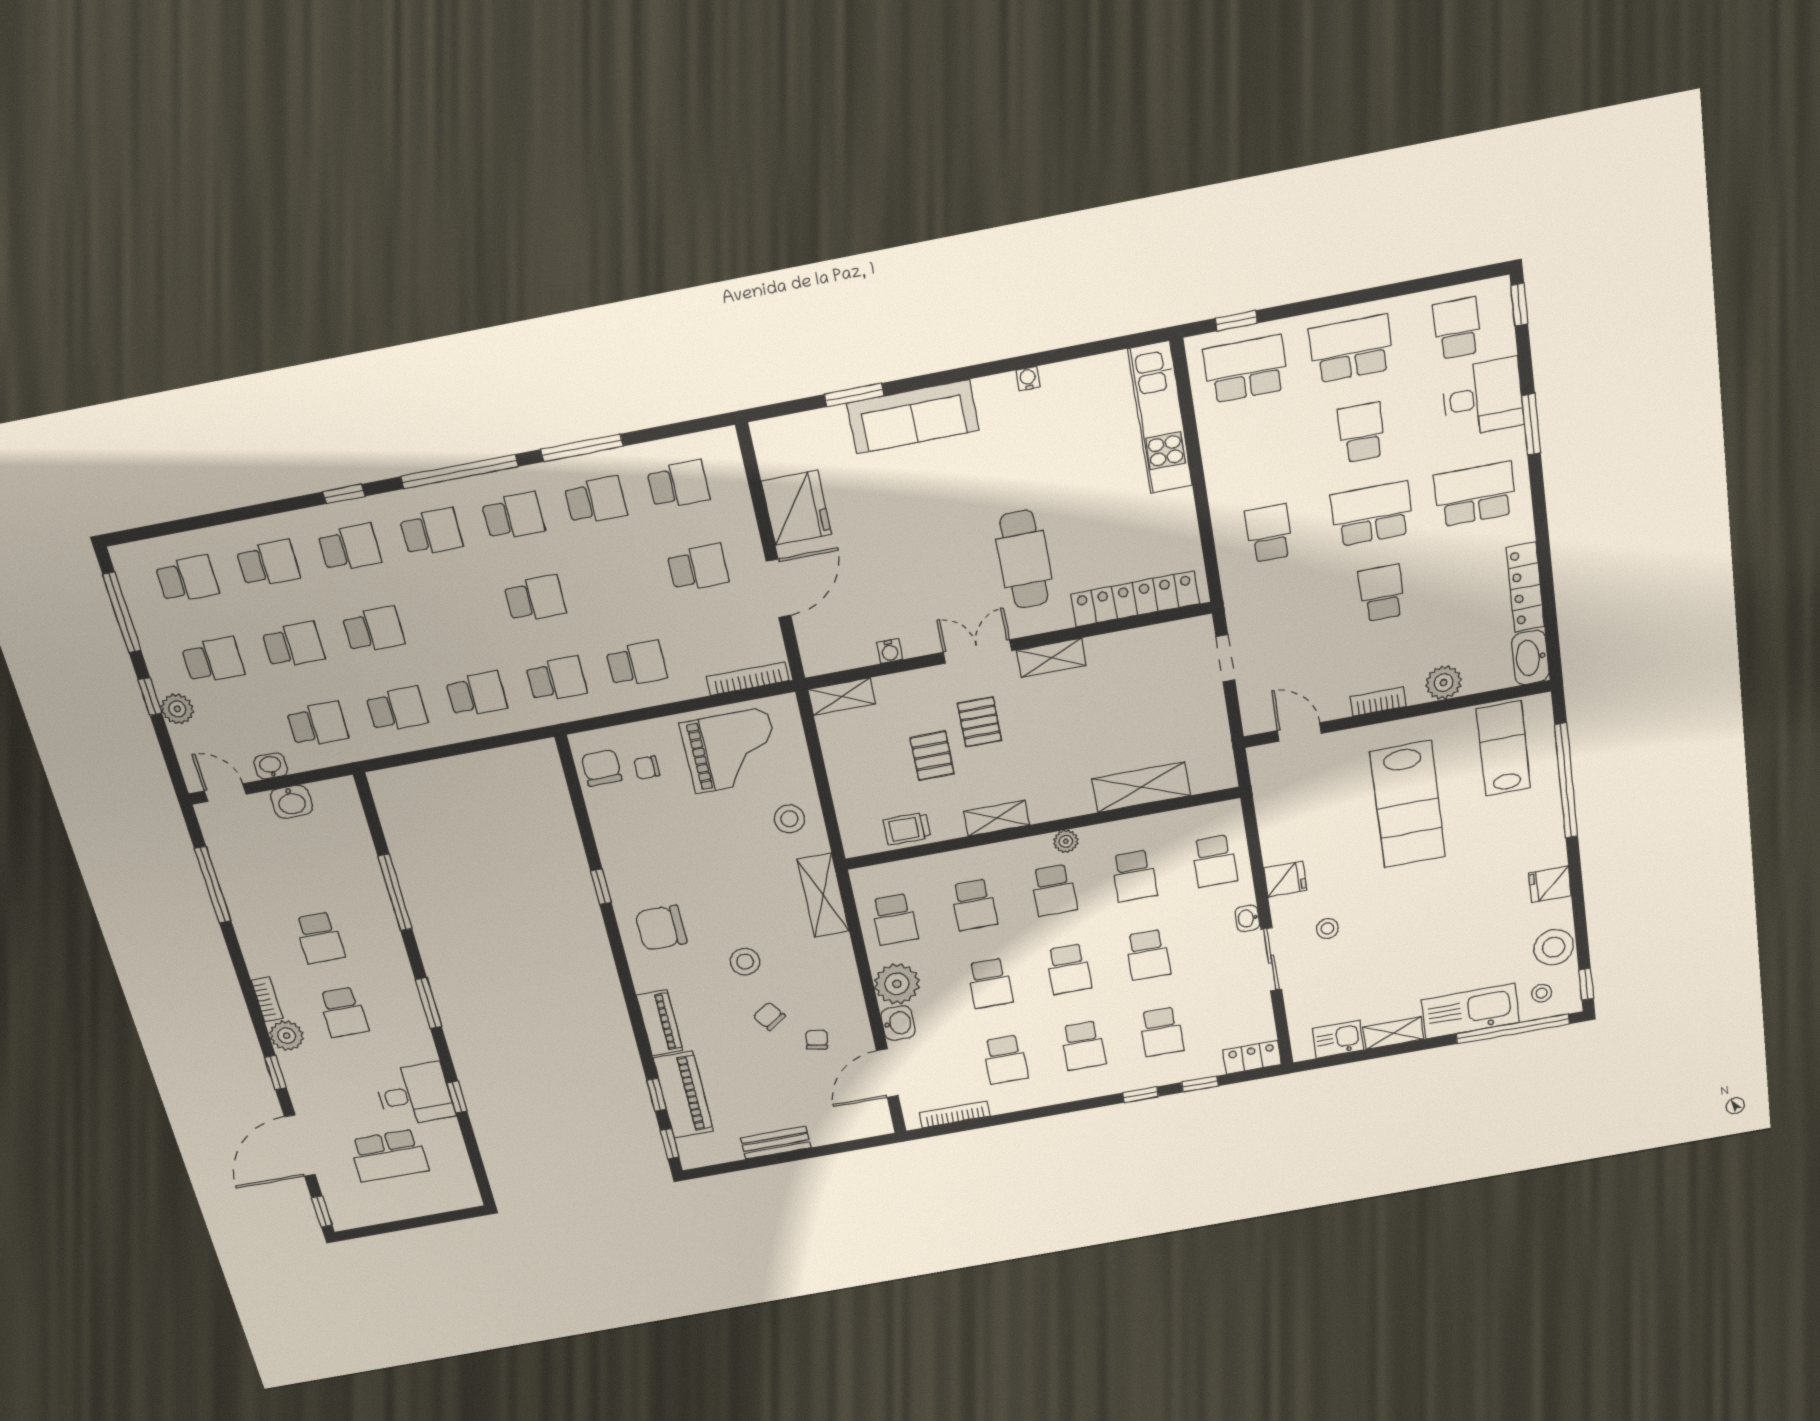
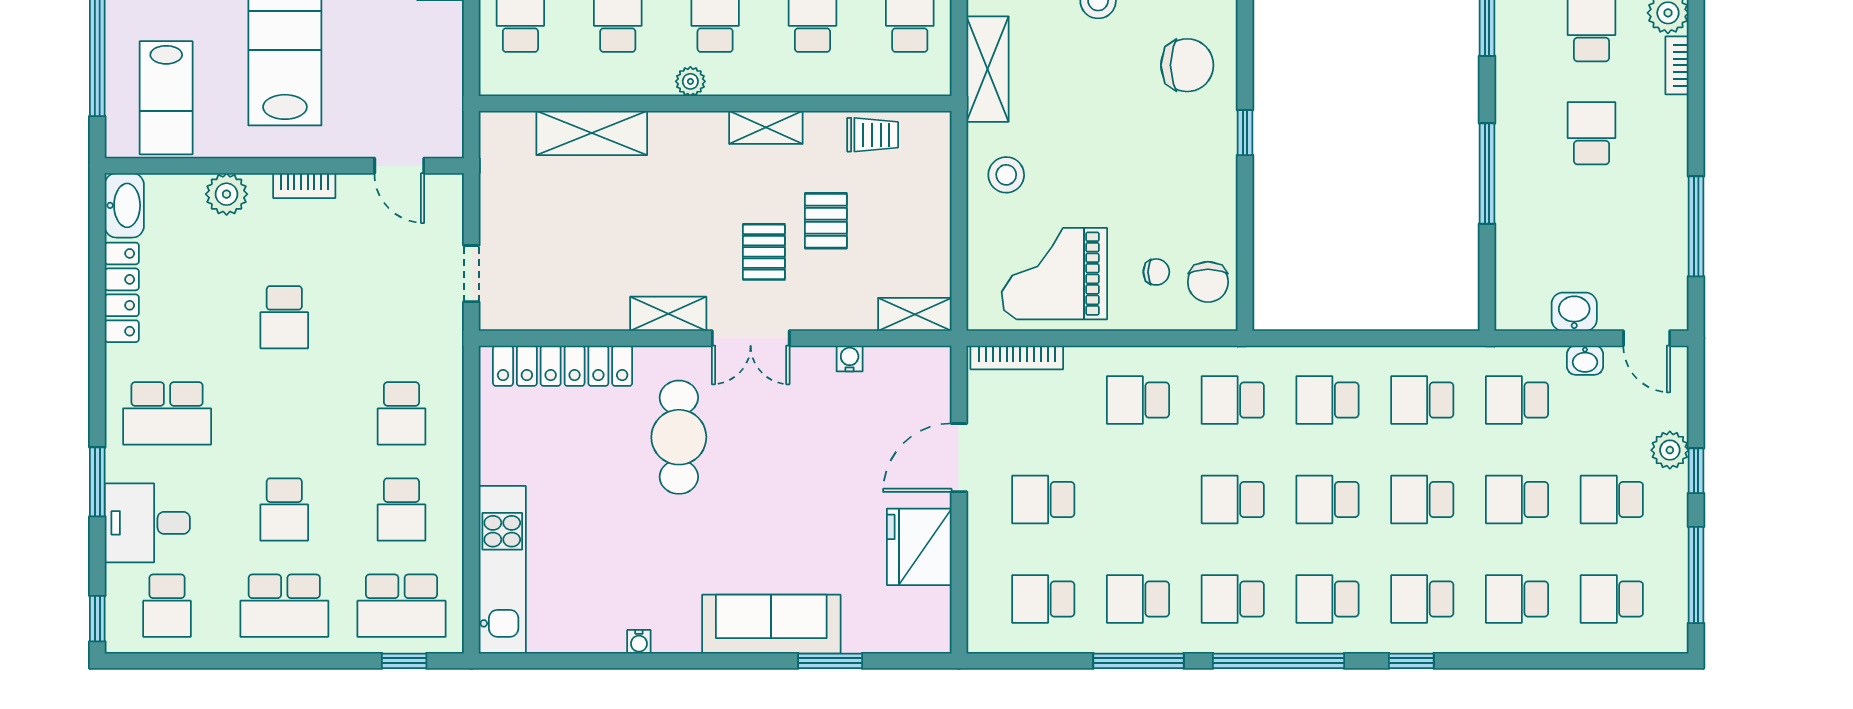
school desk: (1372, 514) -> (401, 509), moved, width x0.54
school desk: (454, 614) -> (1327, 500), added

